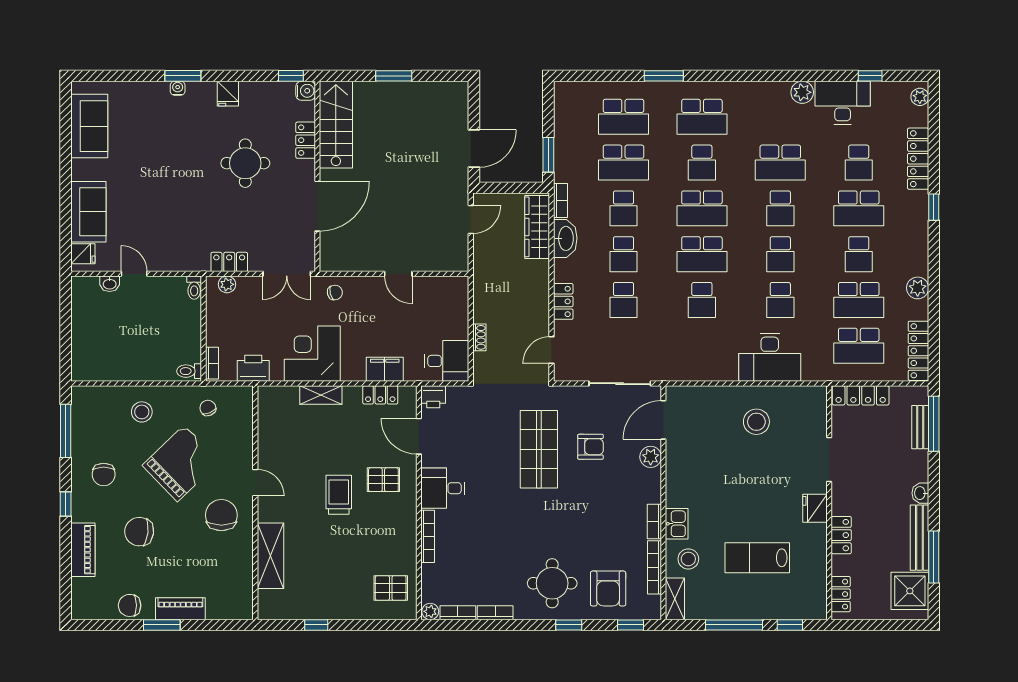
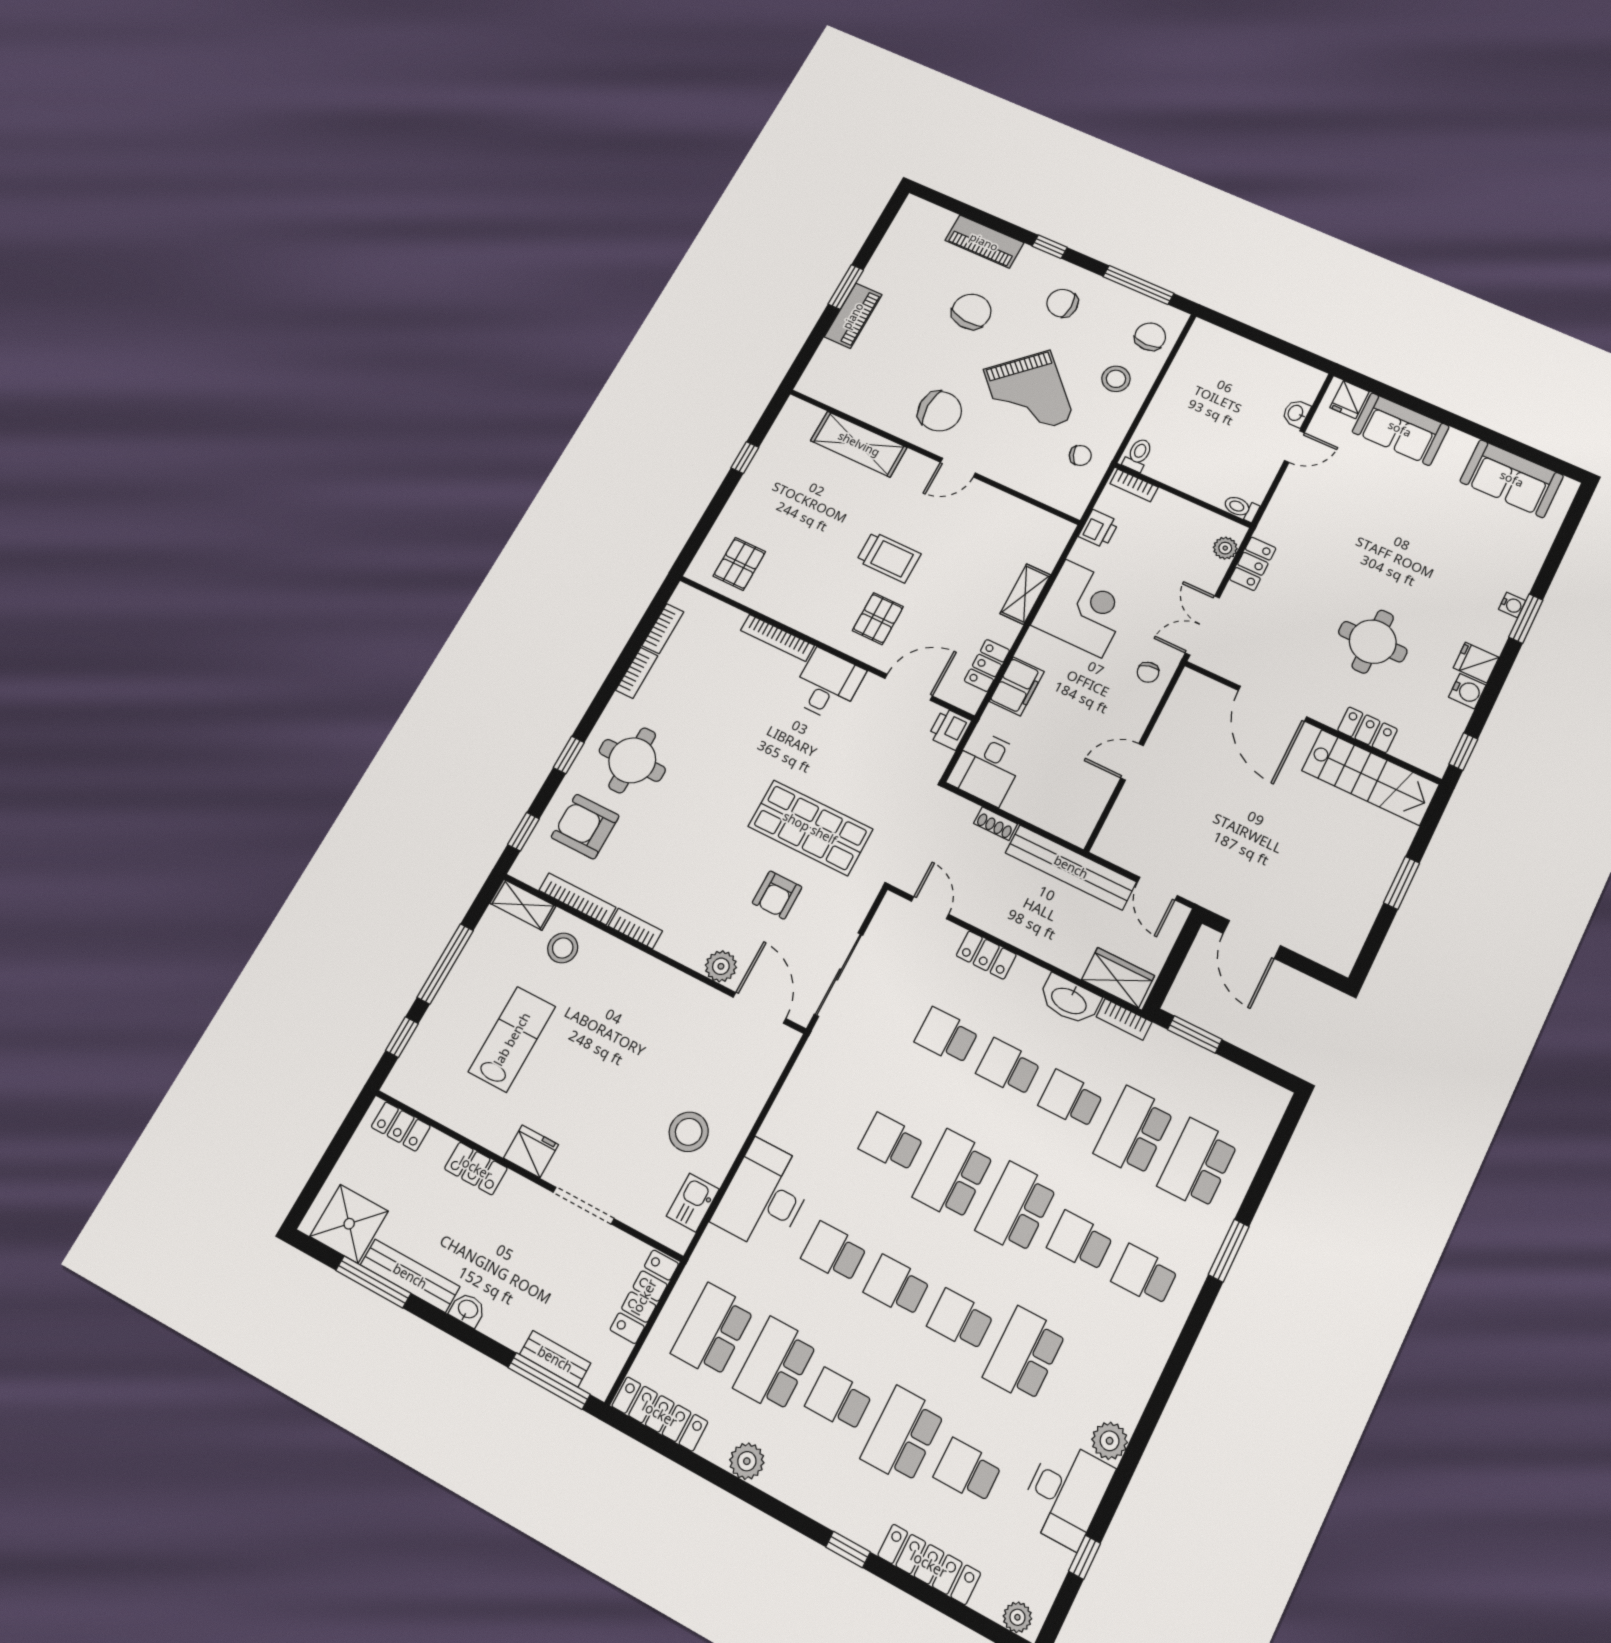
water cooler: (306, 91) -> (1467, 691), moved, turned -90
school desk: (702, 117) -> (1145, 1275), width x0.54
wardrobe: (537, 227) -> (1118, 978), width x0.67
bench: (484, 278) -> (1071, 867), added
printer: (253, 368) -> (1099, 529), width x0.73, depth x0.81
kitchen sink: (677, 524) -> (693, 1203), moved, turned 90
chair: (130, 605) -> (1150, 337), moved
plant: (430, 611) -> (684, 597), removed

